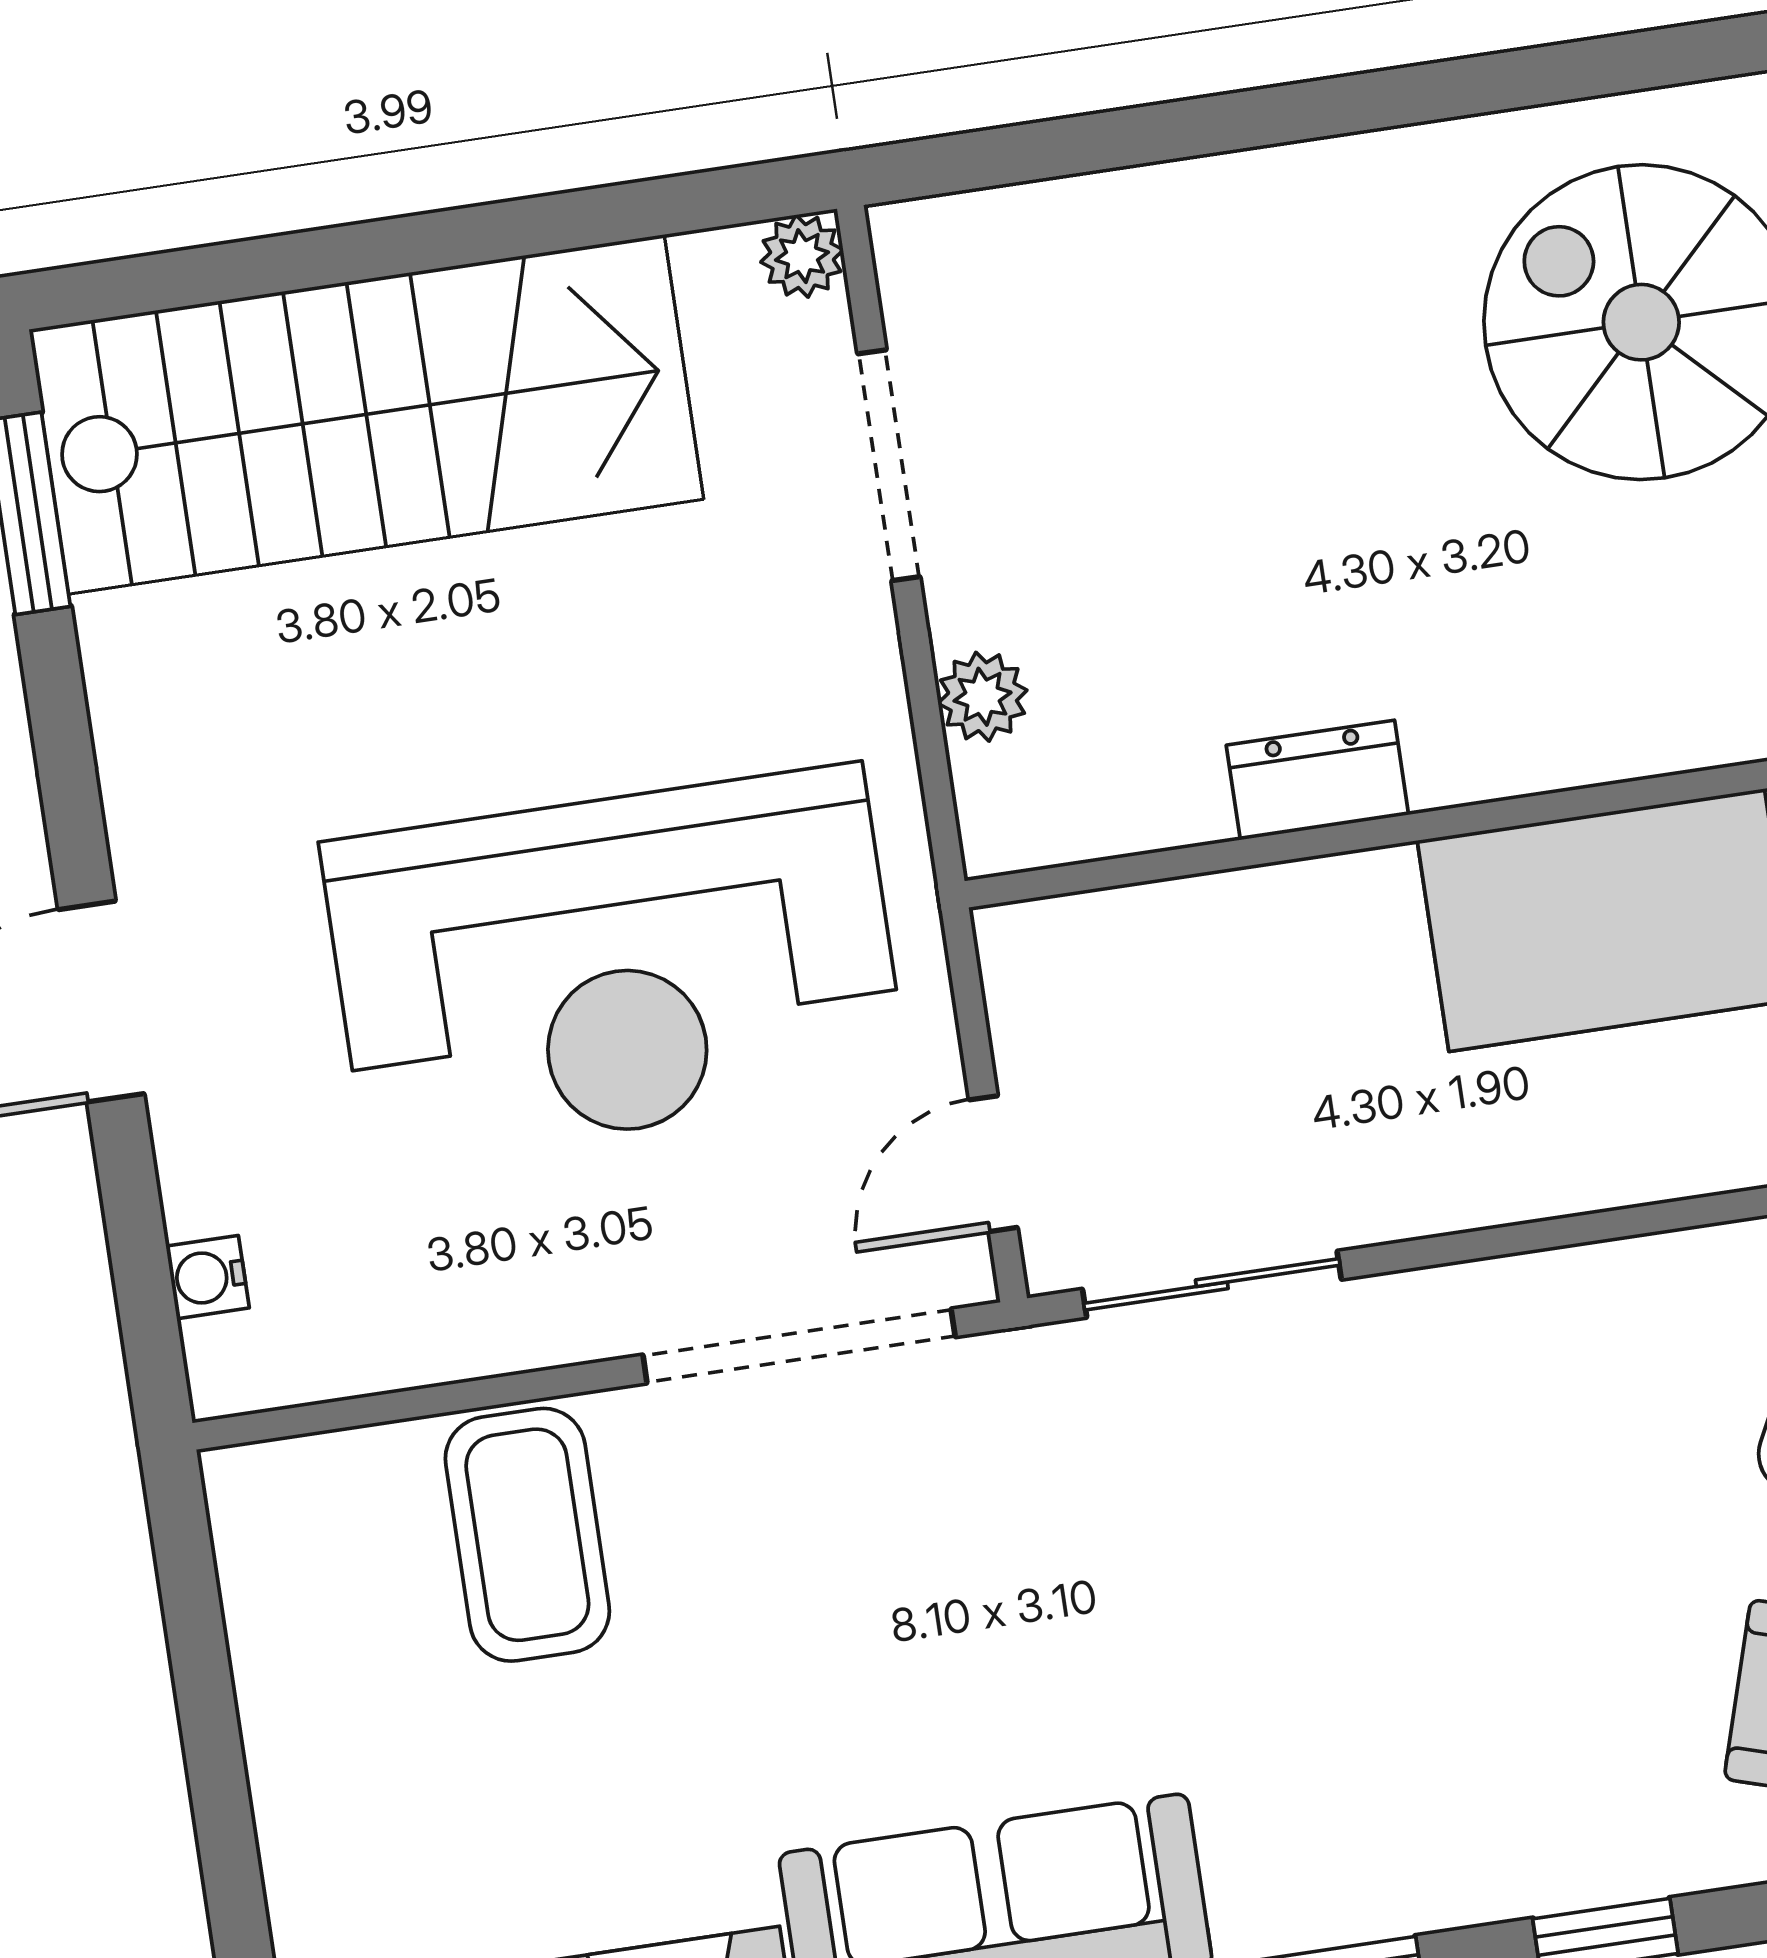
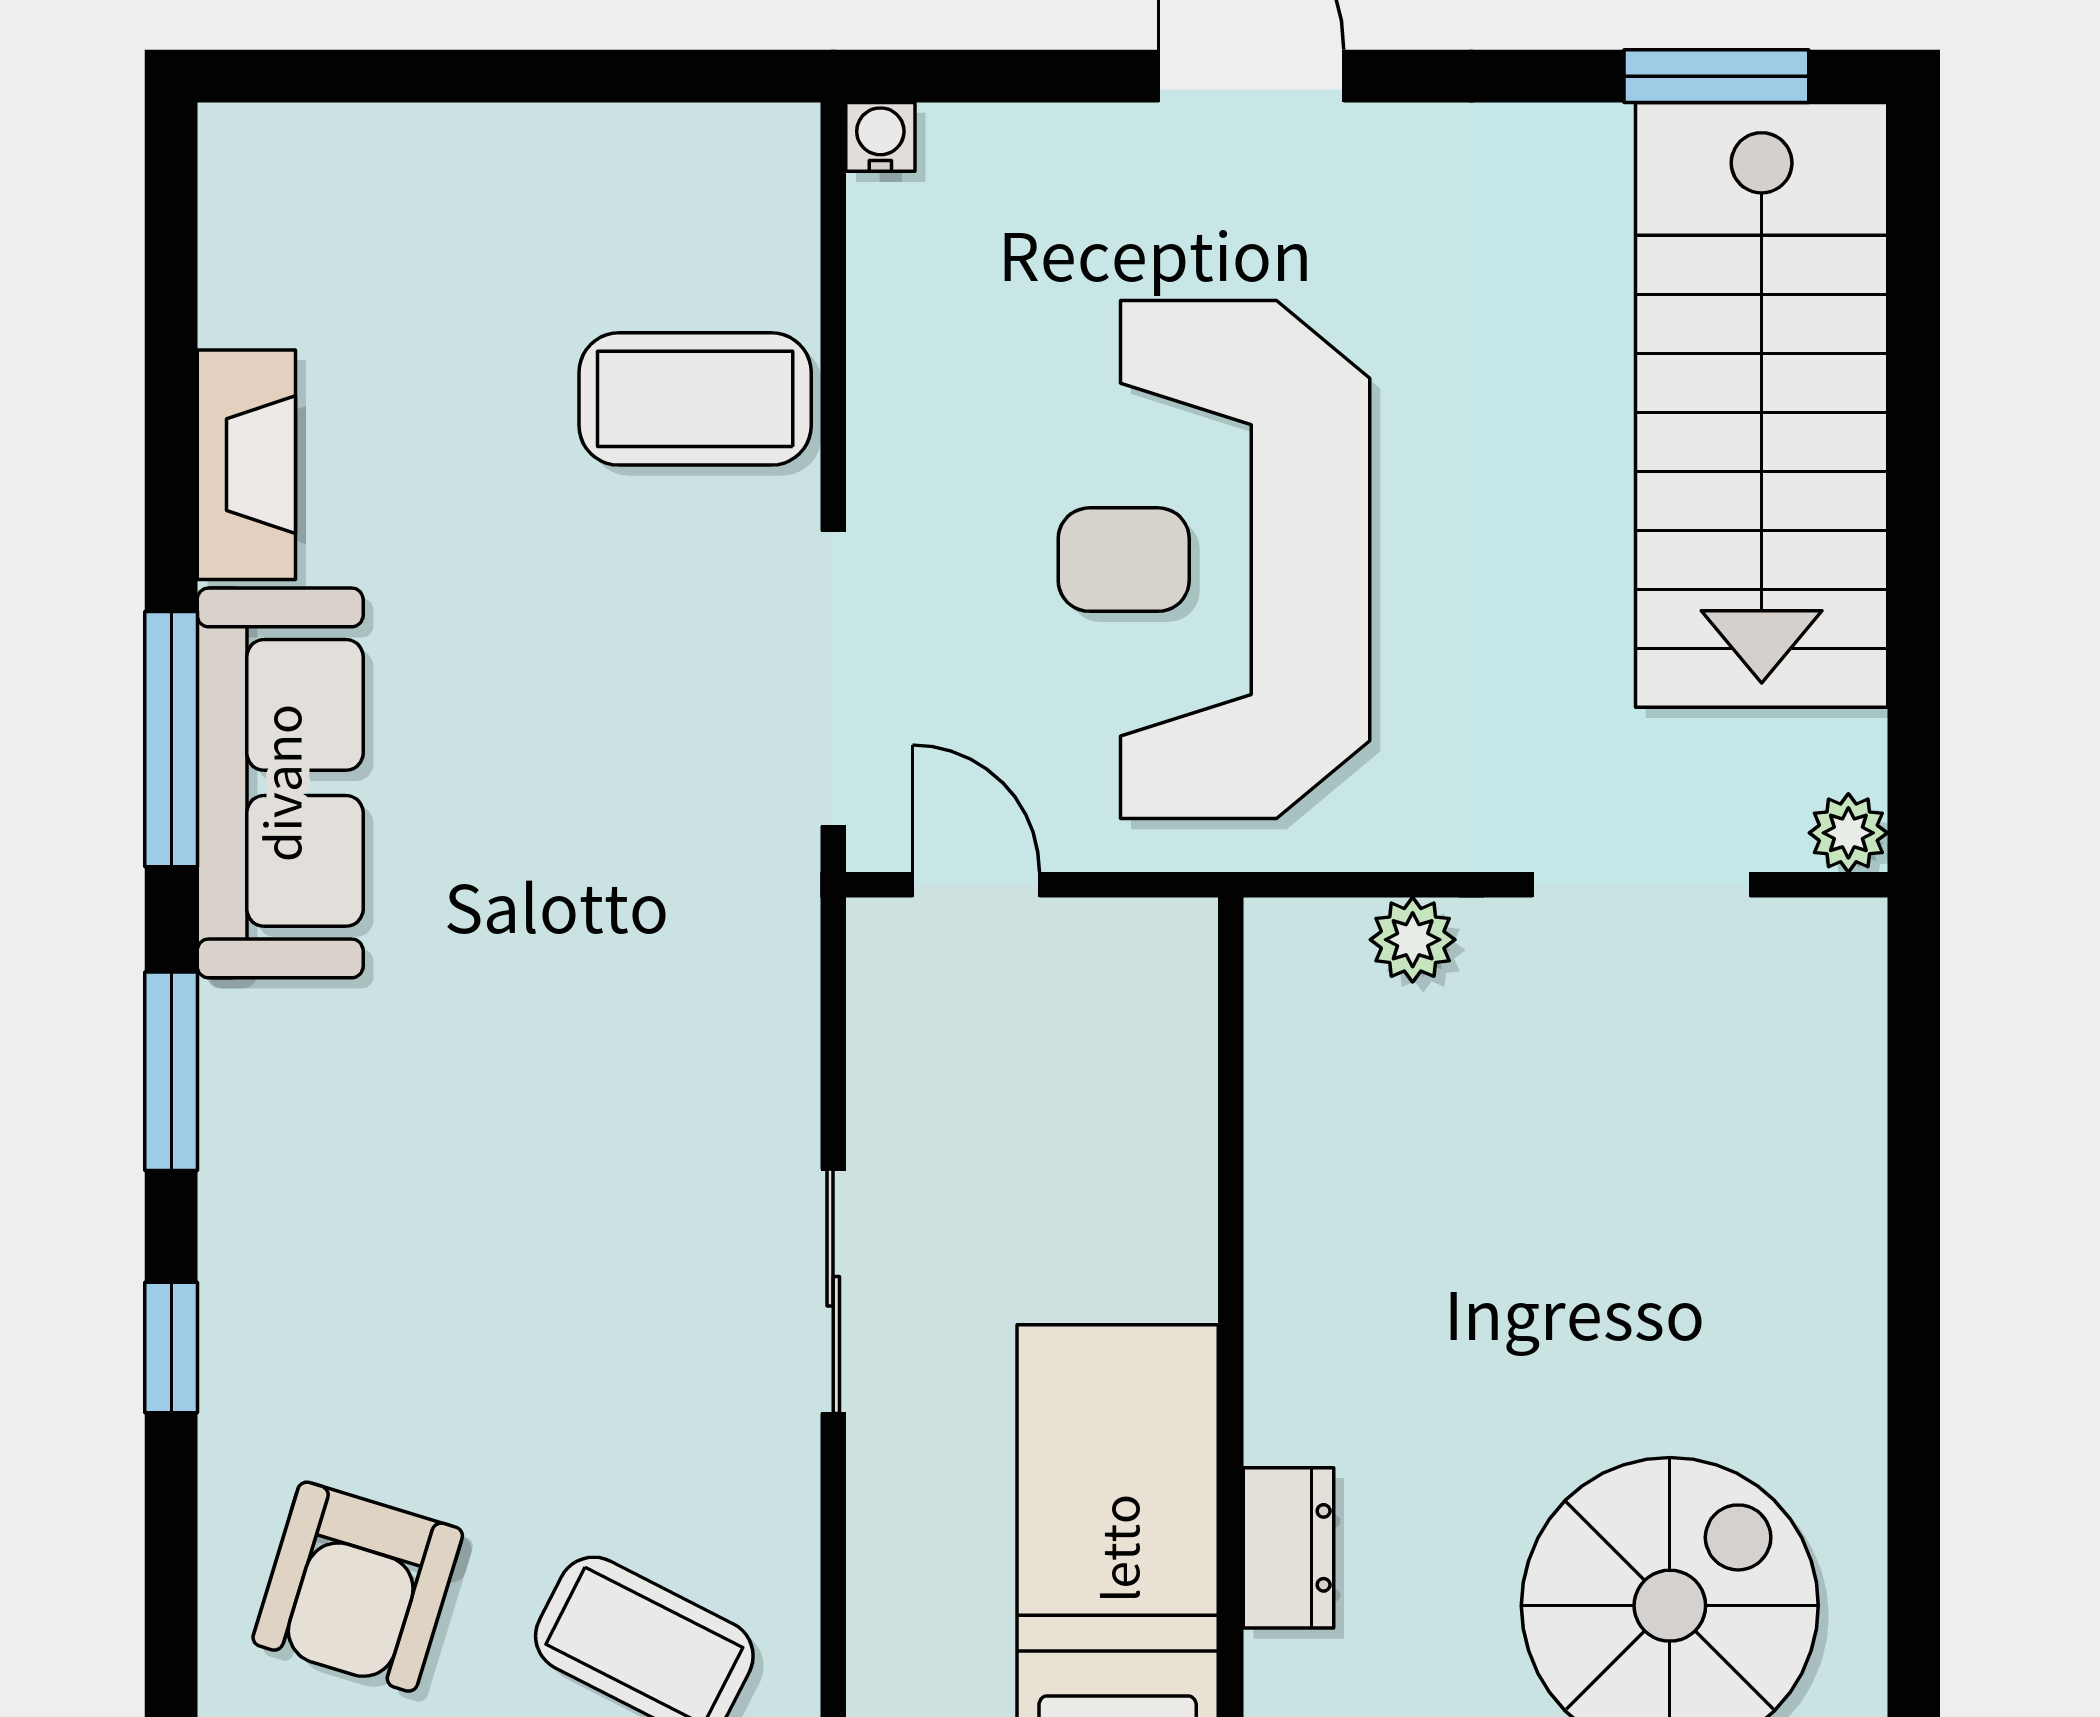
dresser: (1317, 780) -> (1288, 1548), moved
water cooler: (208, 1277) -> (880, 137), moved
sliding door: (1212, 1284) -> (833, 1291), moved

